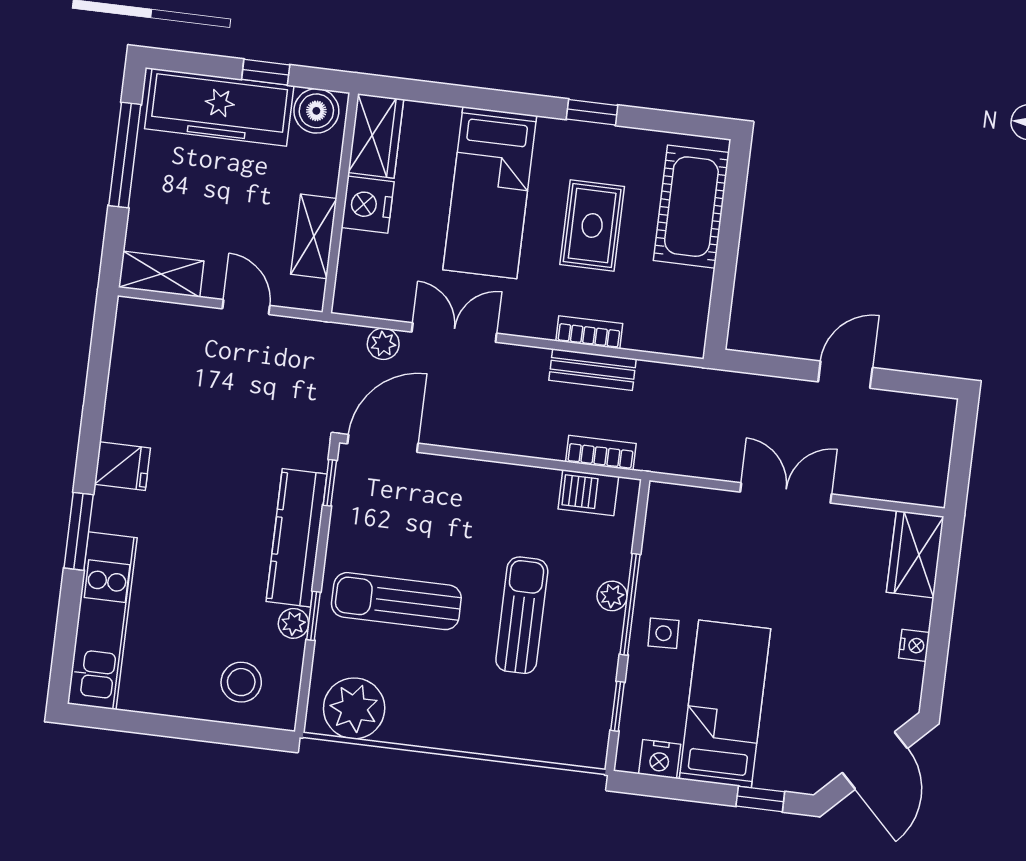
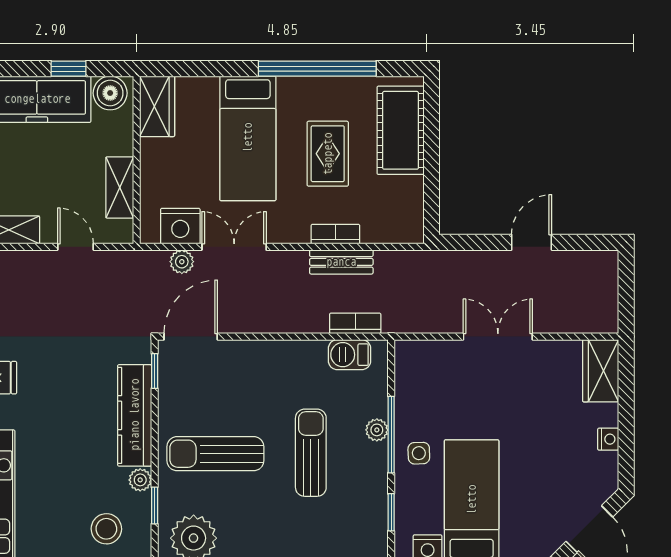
window: (592, 112) -> (317, 69), width x3.17
nightstand: (368, 205) -> (180, 226), moved, turned -90
window: (313, 616) -> (155, 505), moved

